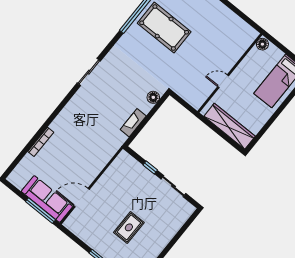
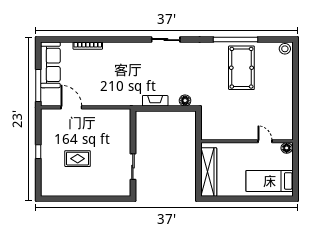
door: (223, 81) -> (265, 141), moved
window: (150, 167) -> (133, 139), removed
sofa: (47, 199) -> (50, 65), moved

